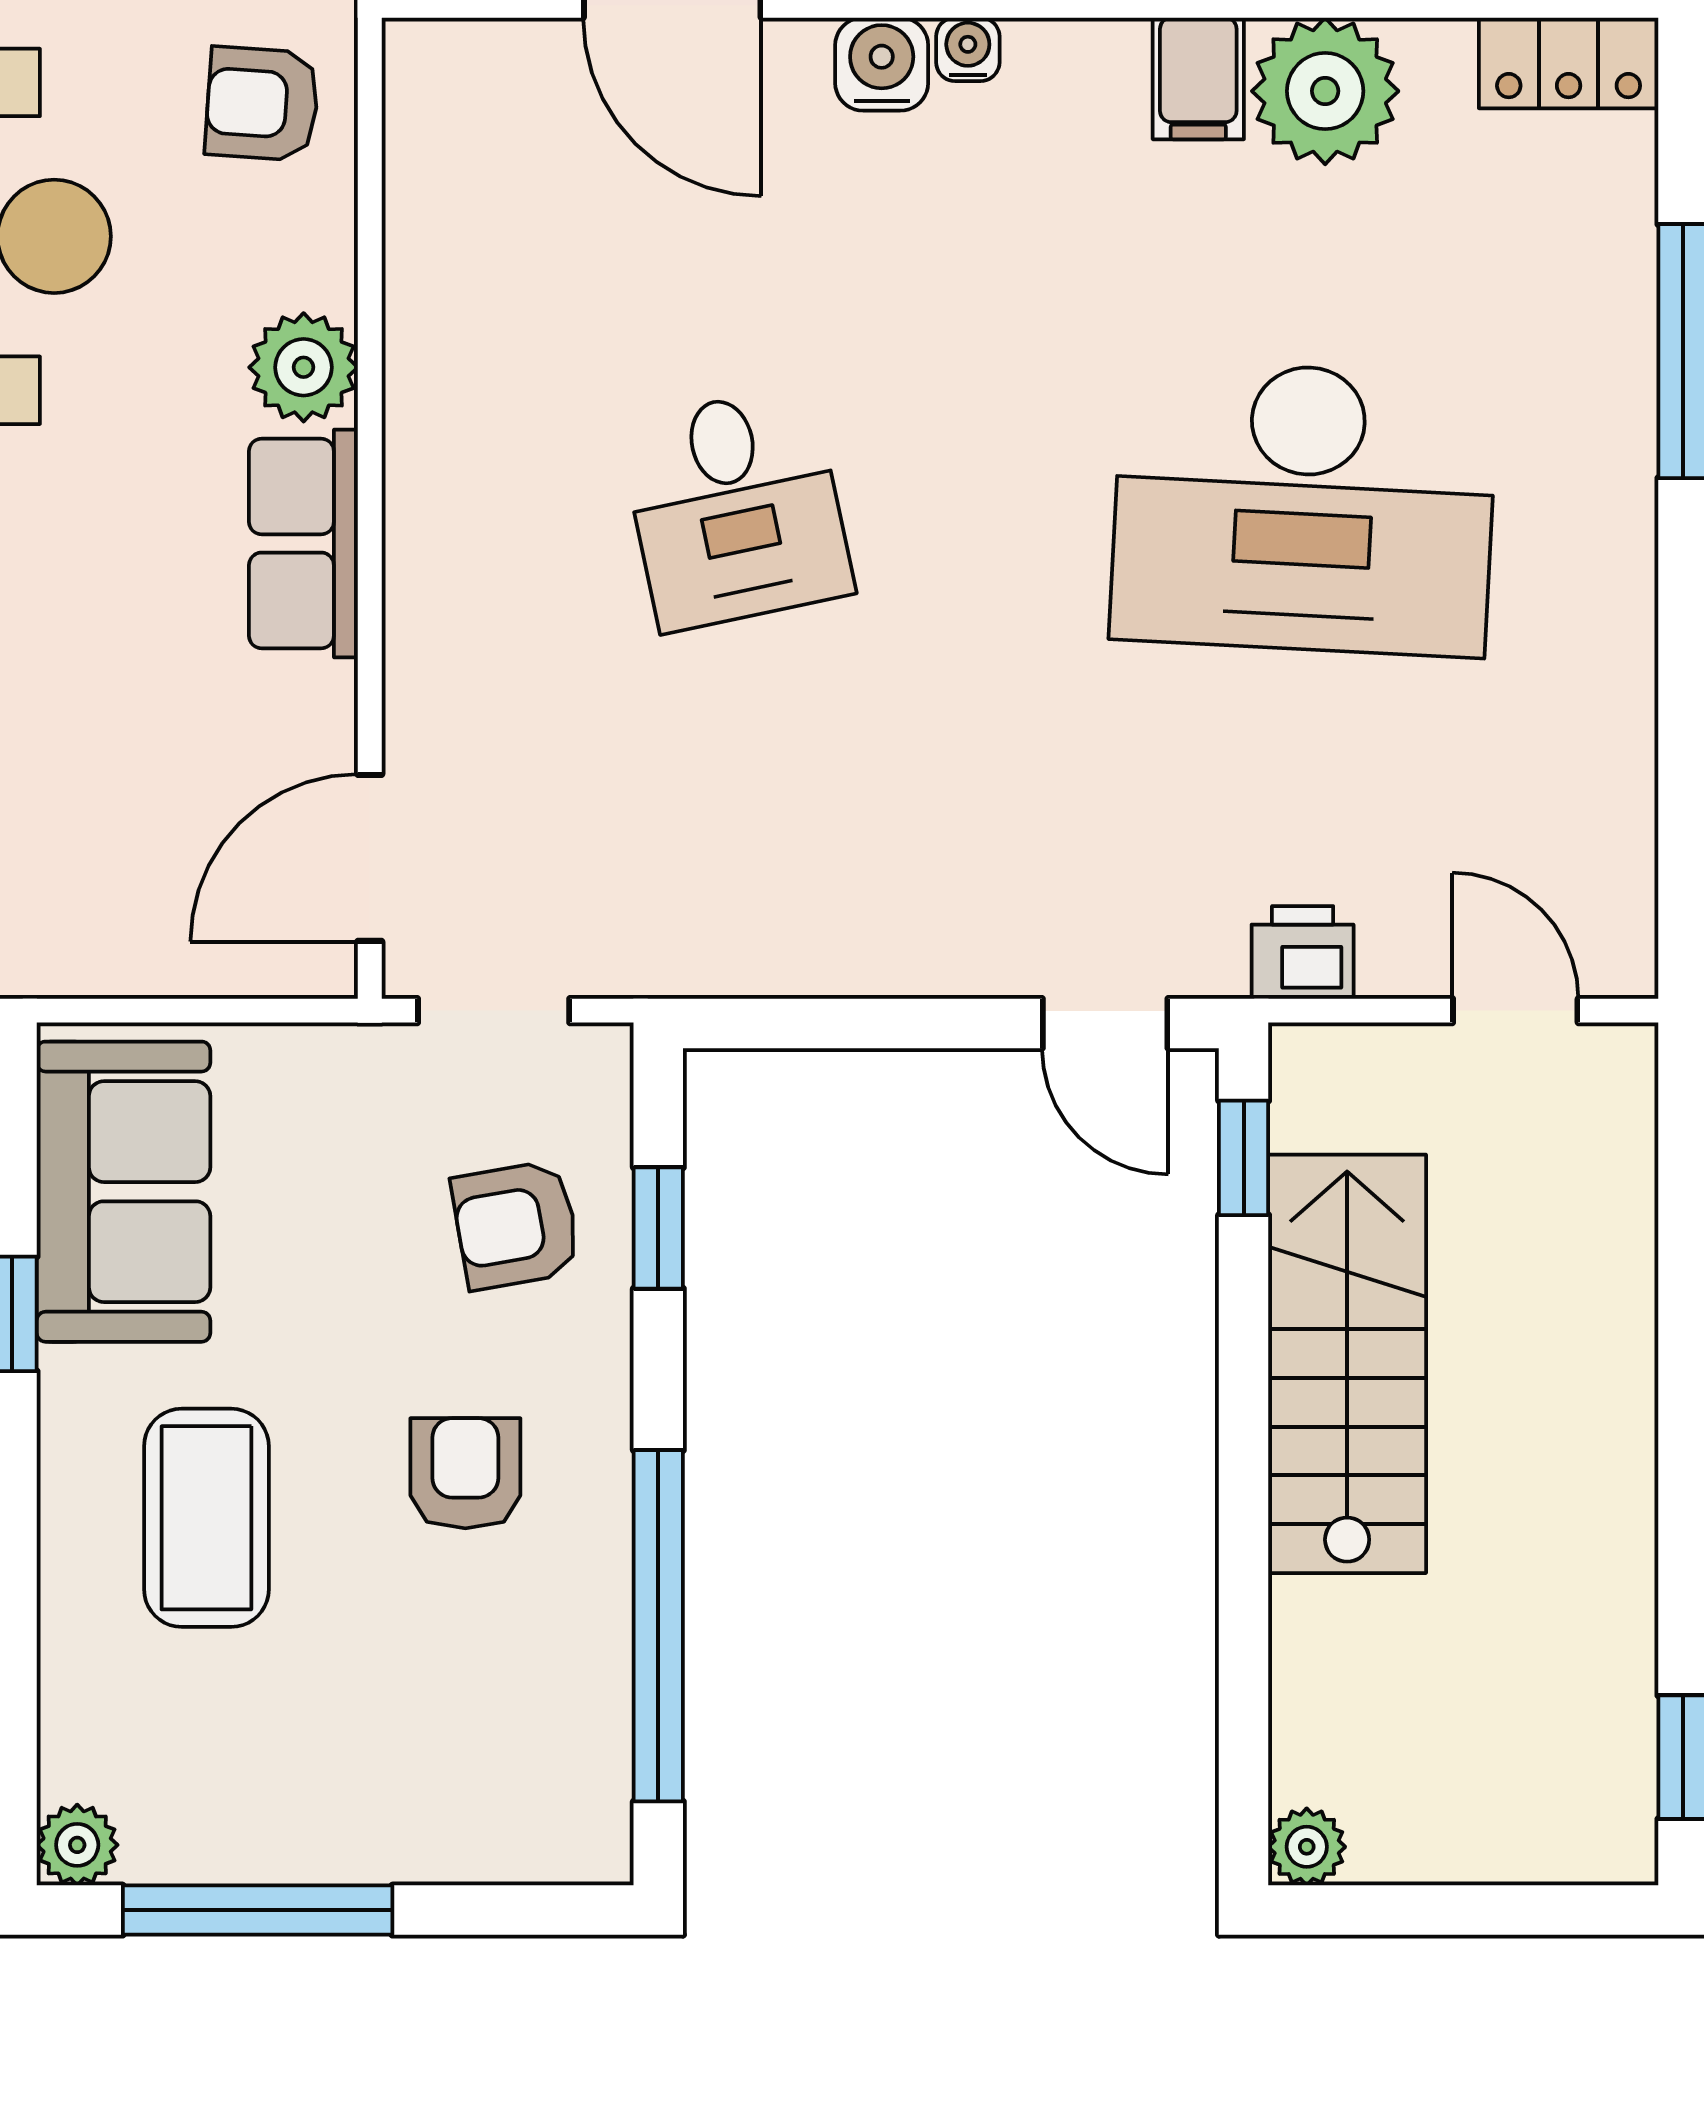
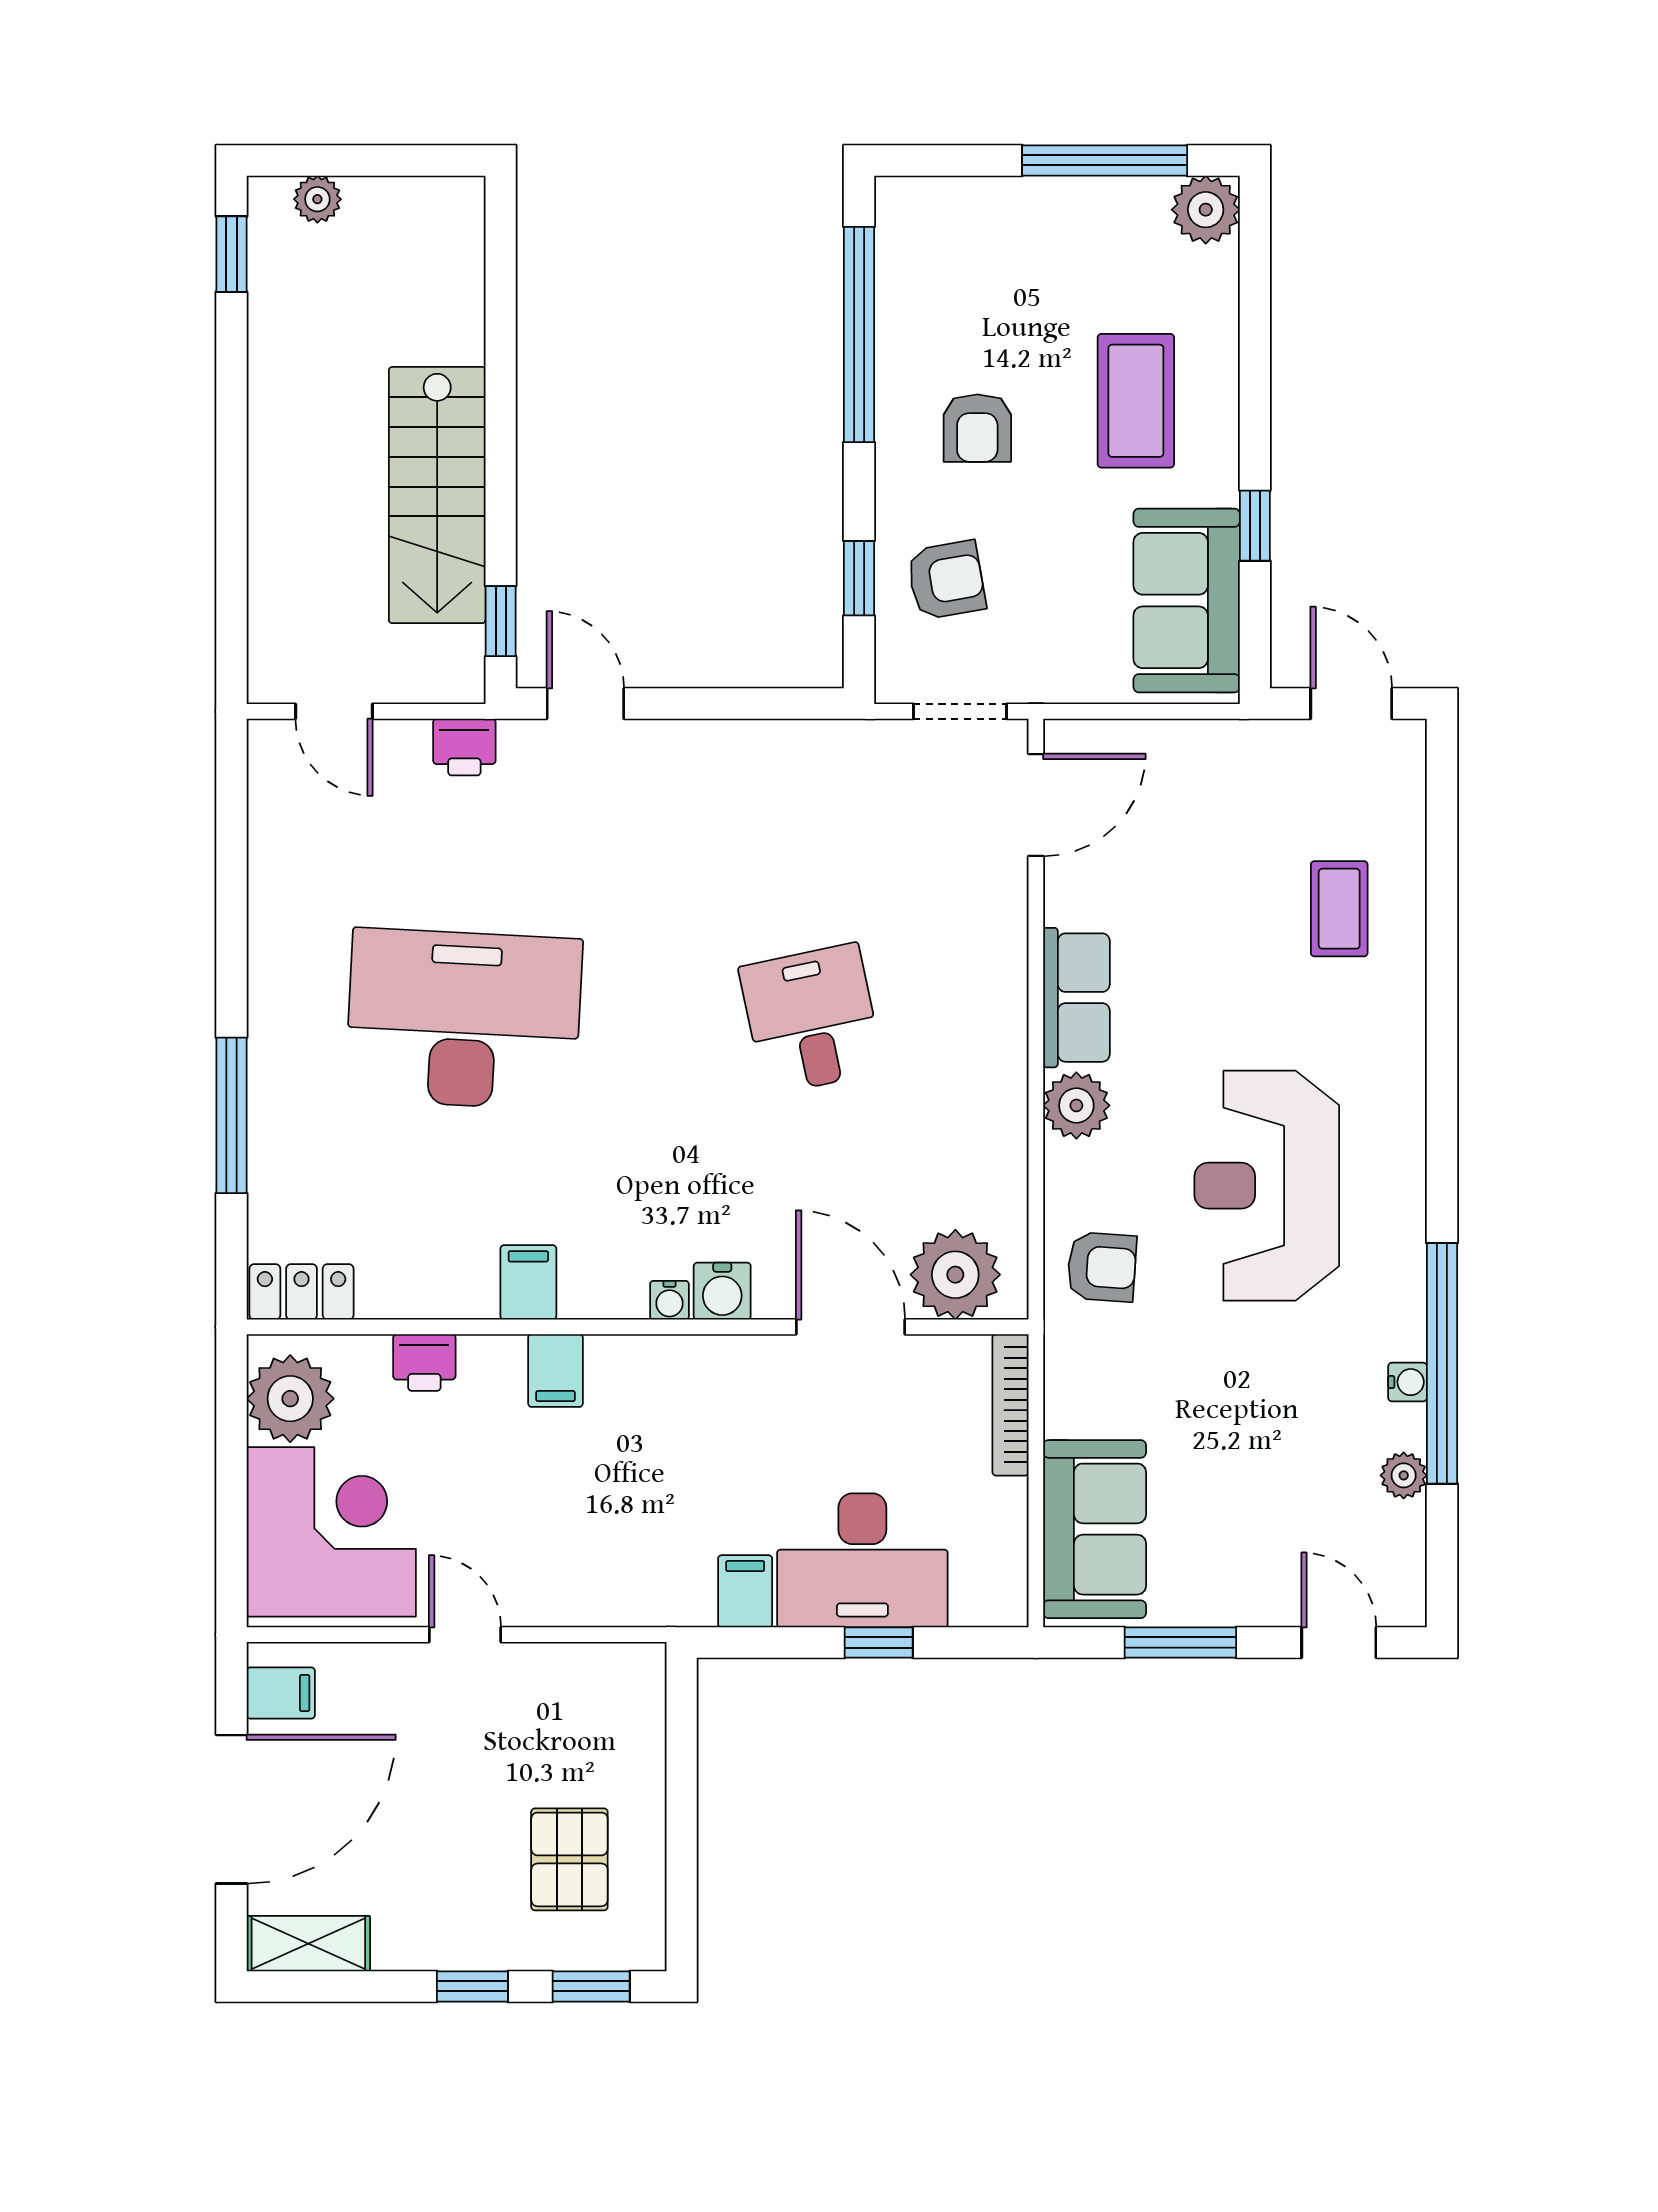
plant: (1325, 91) -> (955, 1275), moved
plant: (77, 1845) -> (1206, 210), width x1.38, depth x1.38
plant: (1307, 1847) -> (317, 199), moved

